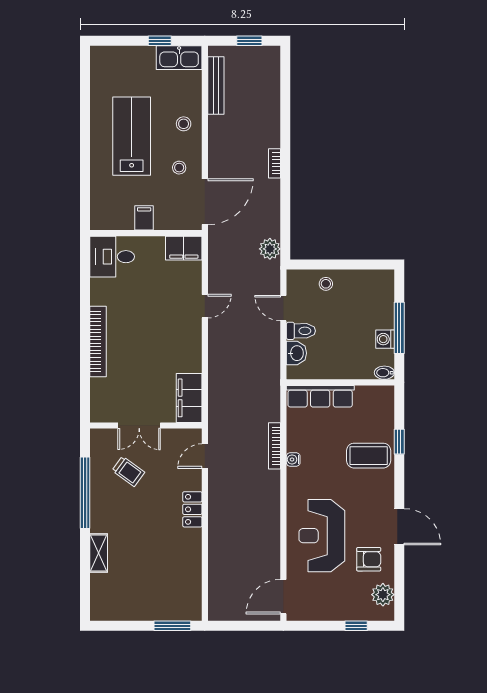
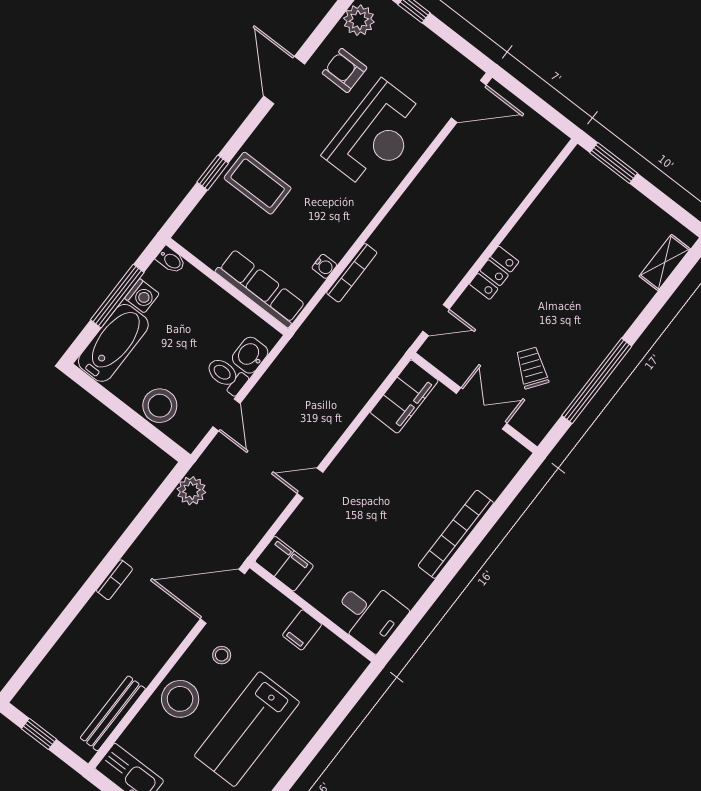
stool: (184, 124) -> (180, 699), width x1.89, depth x1.89
stool: (326, 284) -> (160, 406), width x1.89, depth x1.89
bathtub: (381, 299) -> (113, 343), added
water cooler: (293, 459) -> (324, 266), moved
shelving: (99, 553) -> (665, 262), moved

